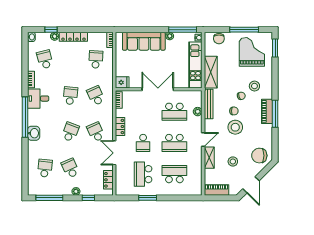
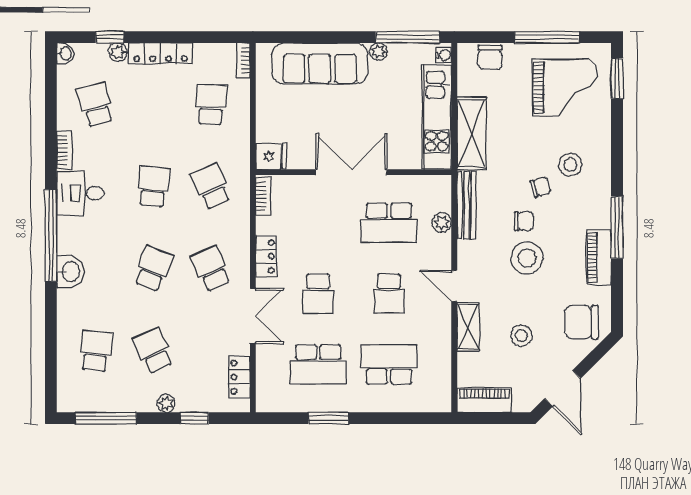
grand piano: (252, 52) -> (565, 88), turned 90
piano: (267, 111) -> (599, 257), moved
door: (203, 139) -> (454, 286), swing flipped
school desk: (174, 143) -> (389, 294), width x0.54
double door: (114, 153) -> (253, 316), swing flipped
school desk: (143, 174) -> (318, 364), turned -90

